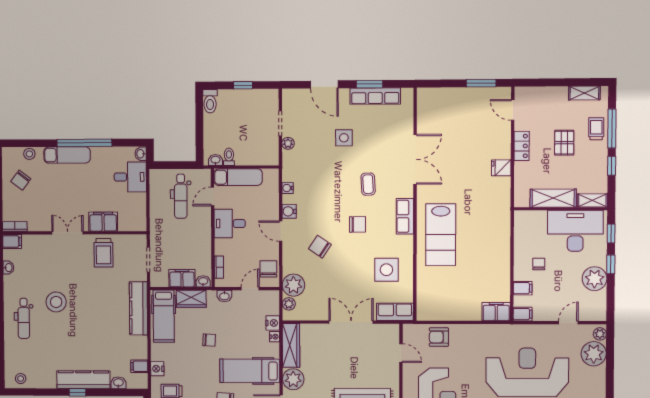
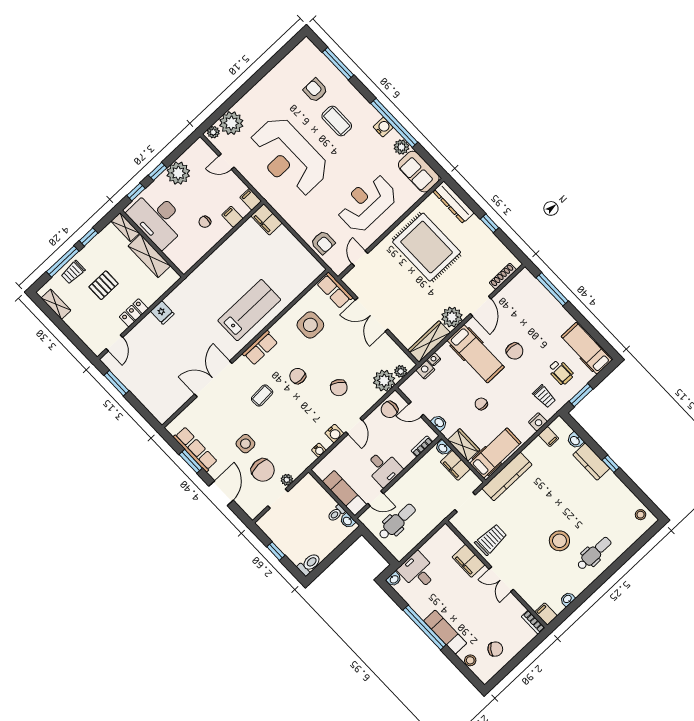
chair: (312, 132) -> (263, 470), added
kitchen counter: (83, 380) -> (591, 462), width x0.67

